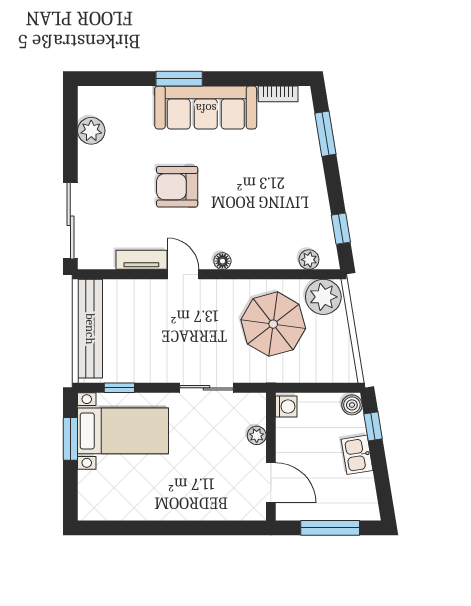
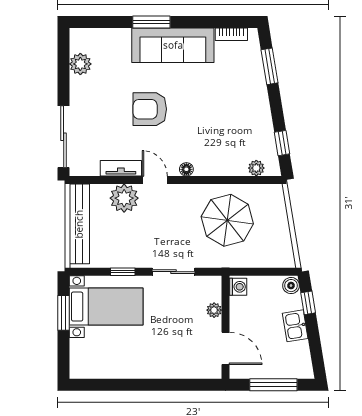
plant: (323, 297) -> (124, 198), moved
window: (119, 388) -> (123, 272), moved

